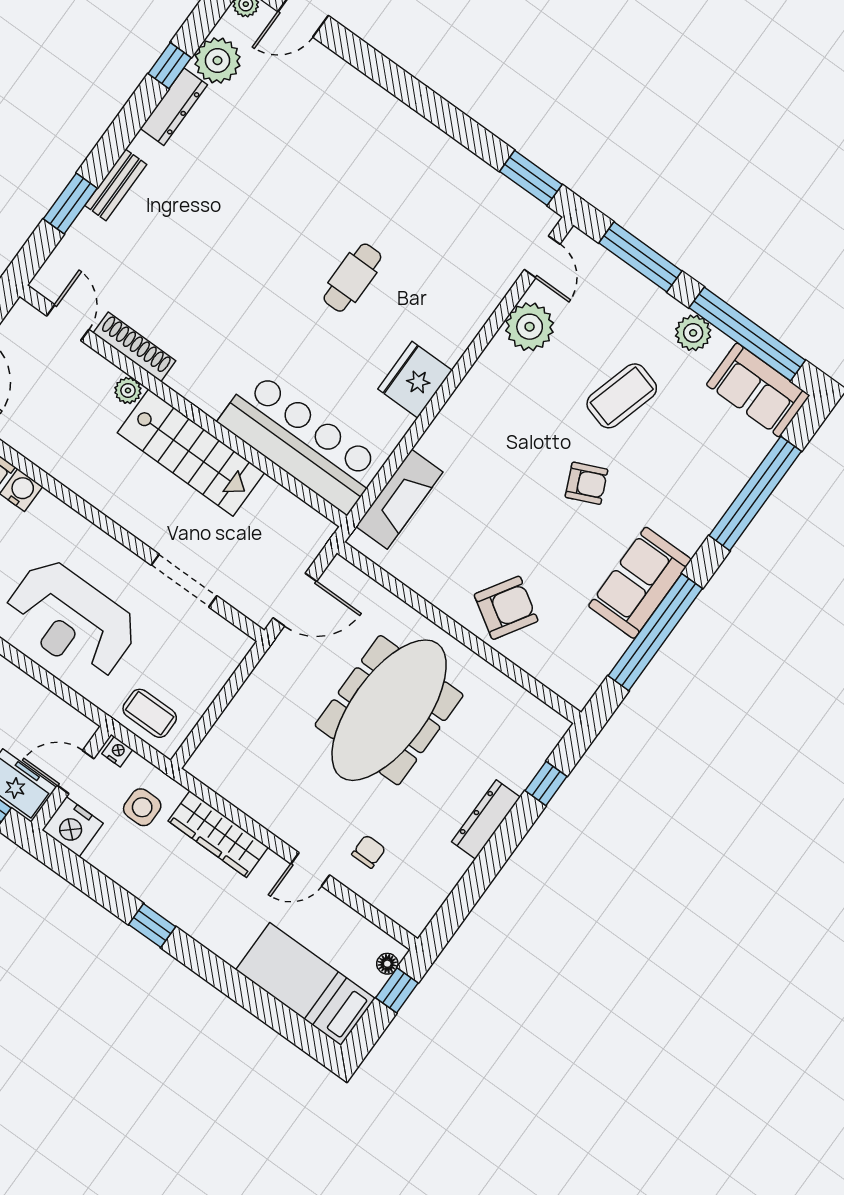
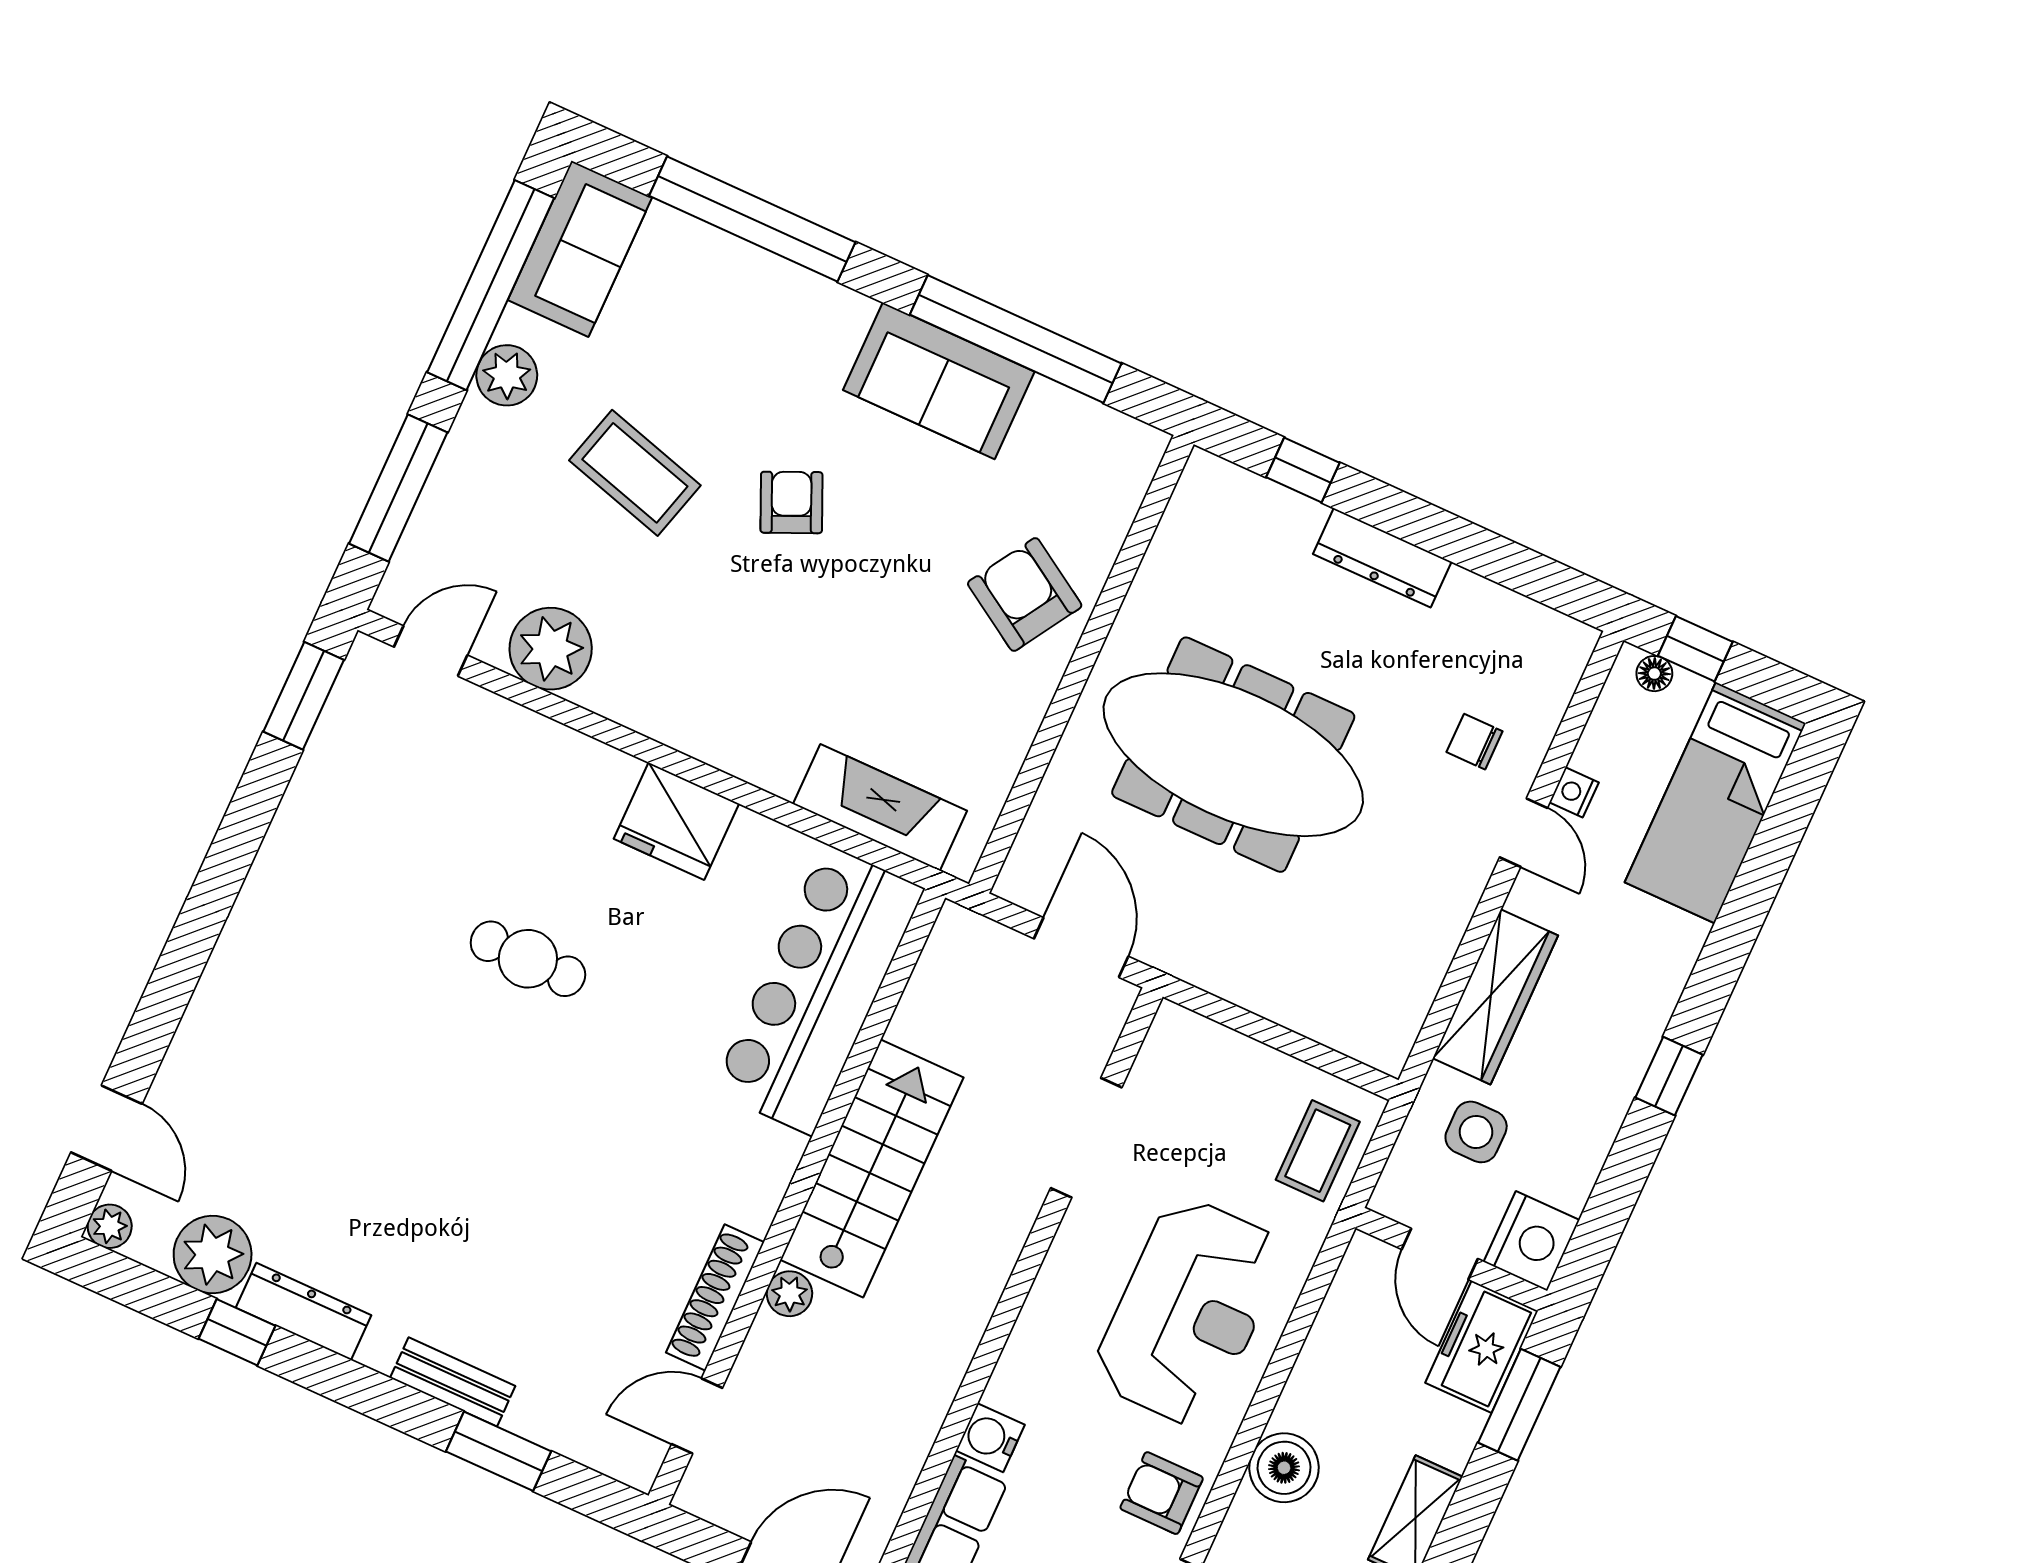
nightstand: (117, 752) -> (1574, 792), moved

